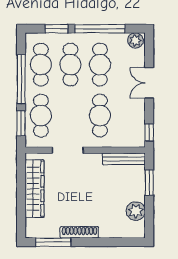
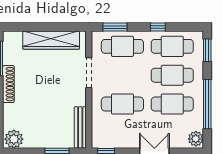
window: (56, 29) -> (207, 50), moved
window: (21, 79) -> (158, 27), width x0.32
plant: (136, 211) -> (14, 139), moved

